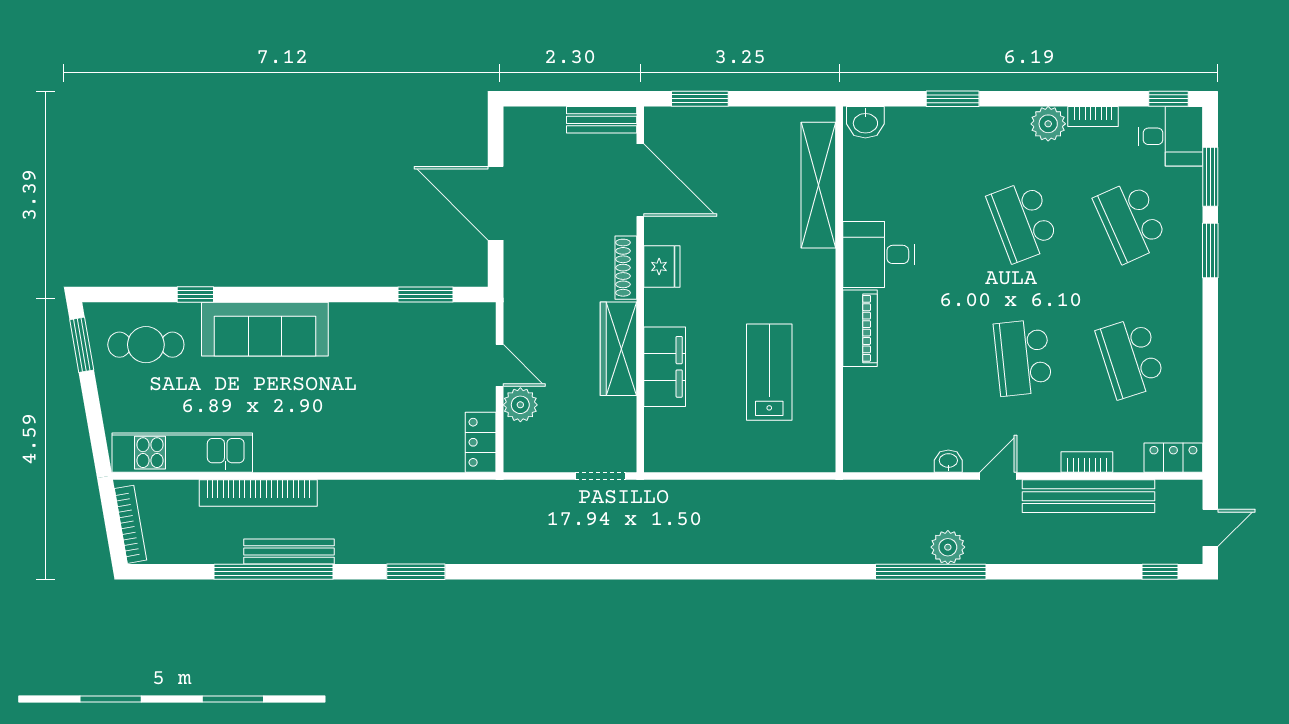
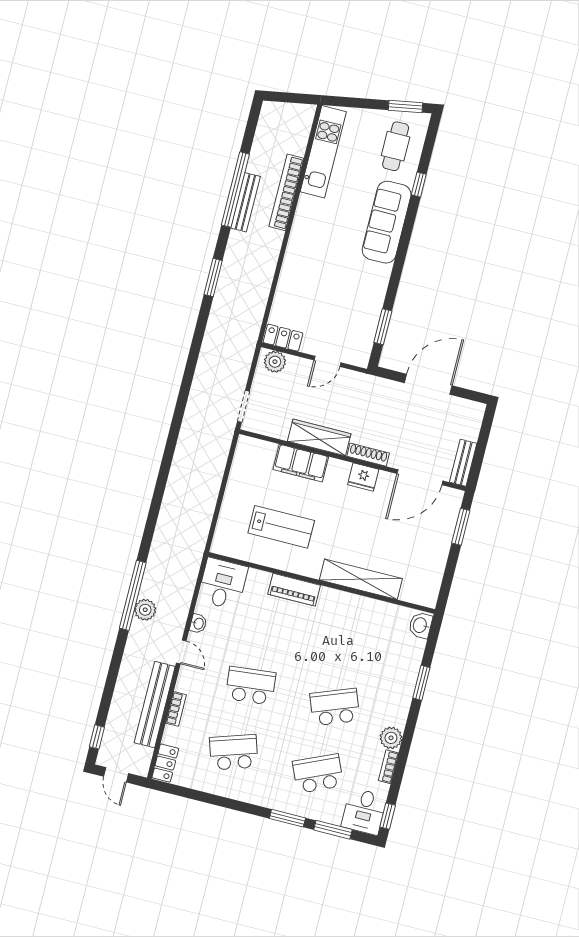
shelving: (818, 185) -> (361, 579), moved
desk: (879, 254) -> (223, 584), moved
plant: (520, 405) -> (275, 362), moved
bookcase: (130, 524) -> (287, 109), removed

